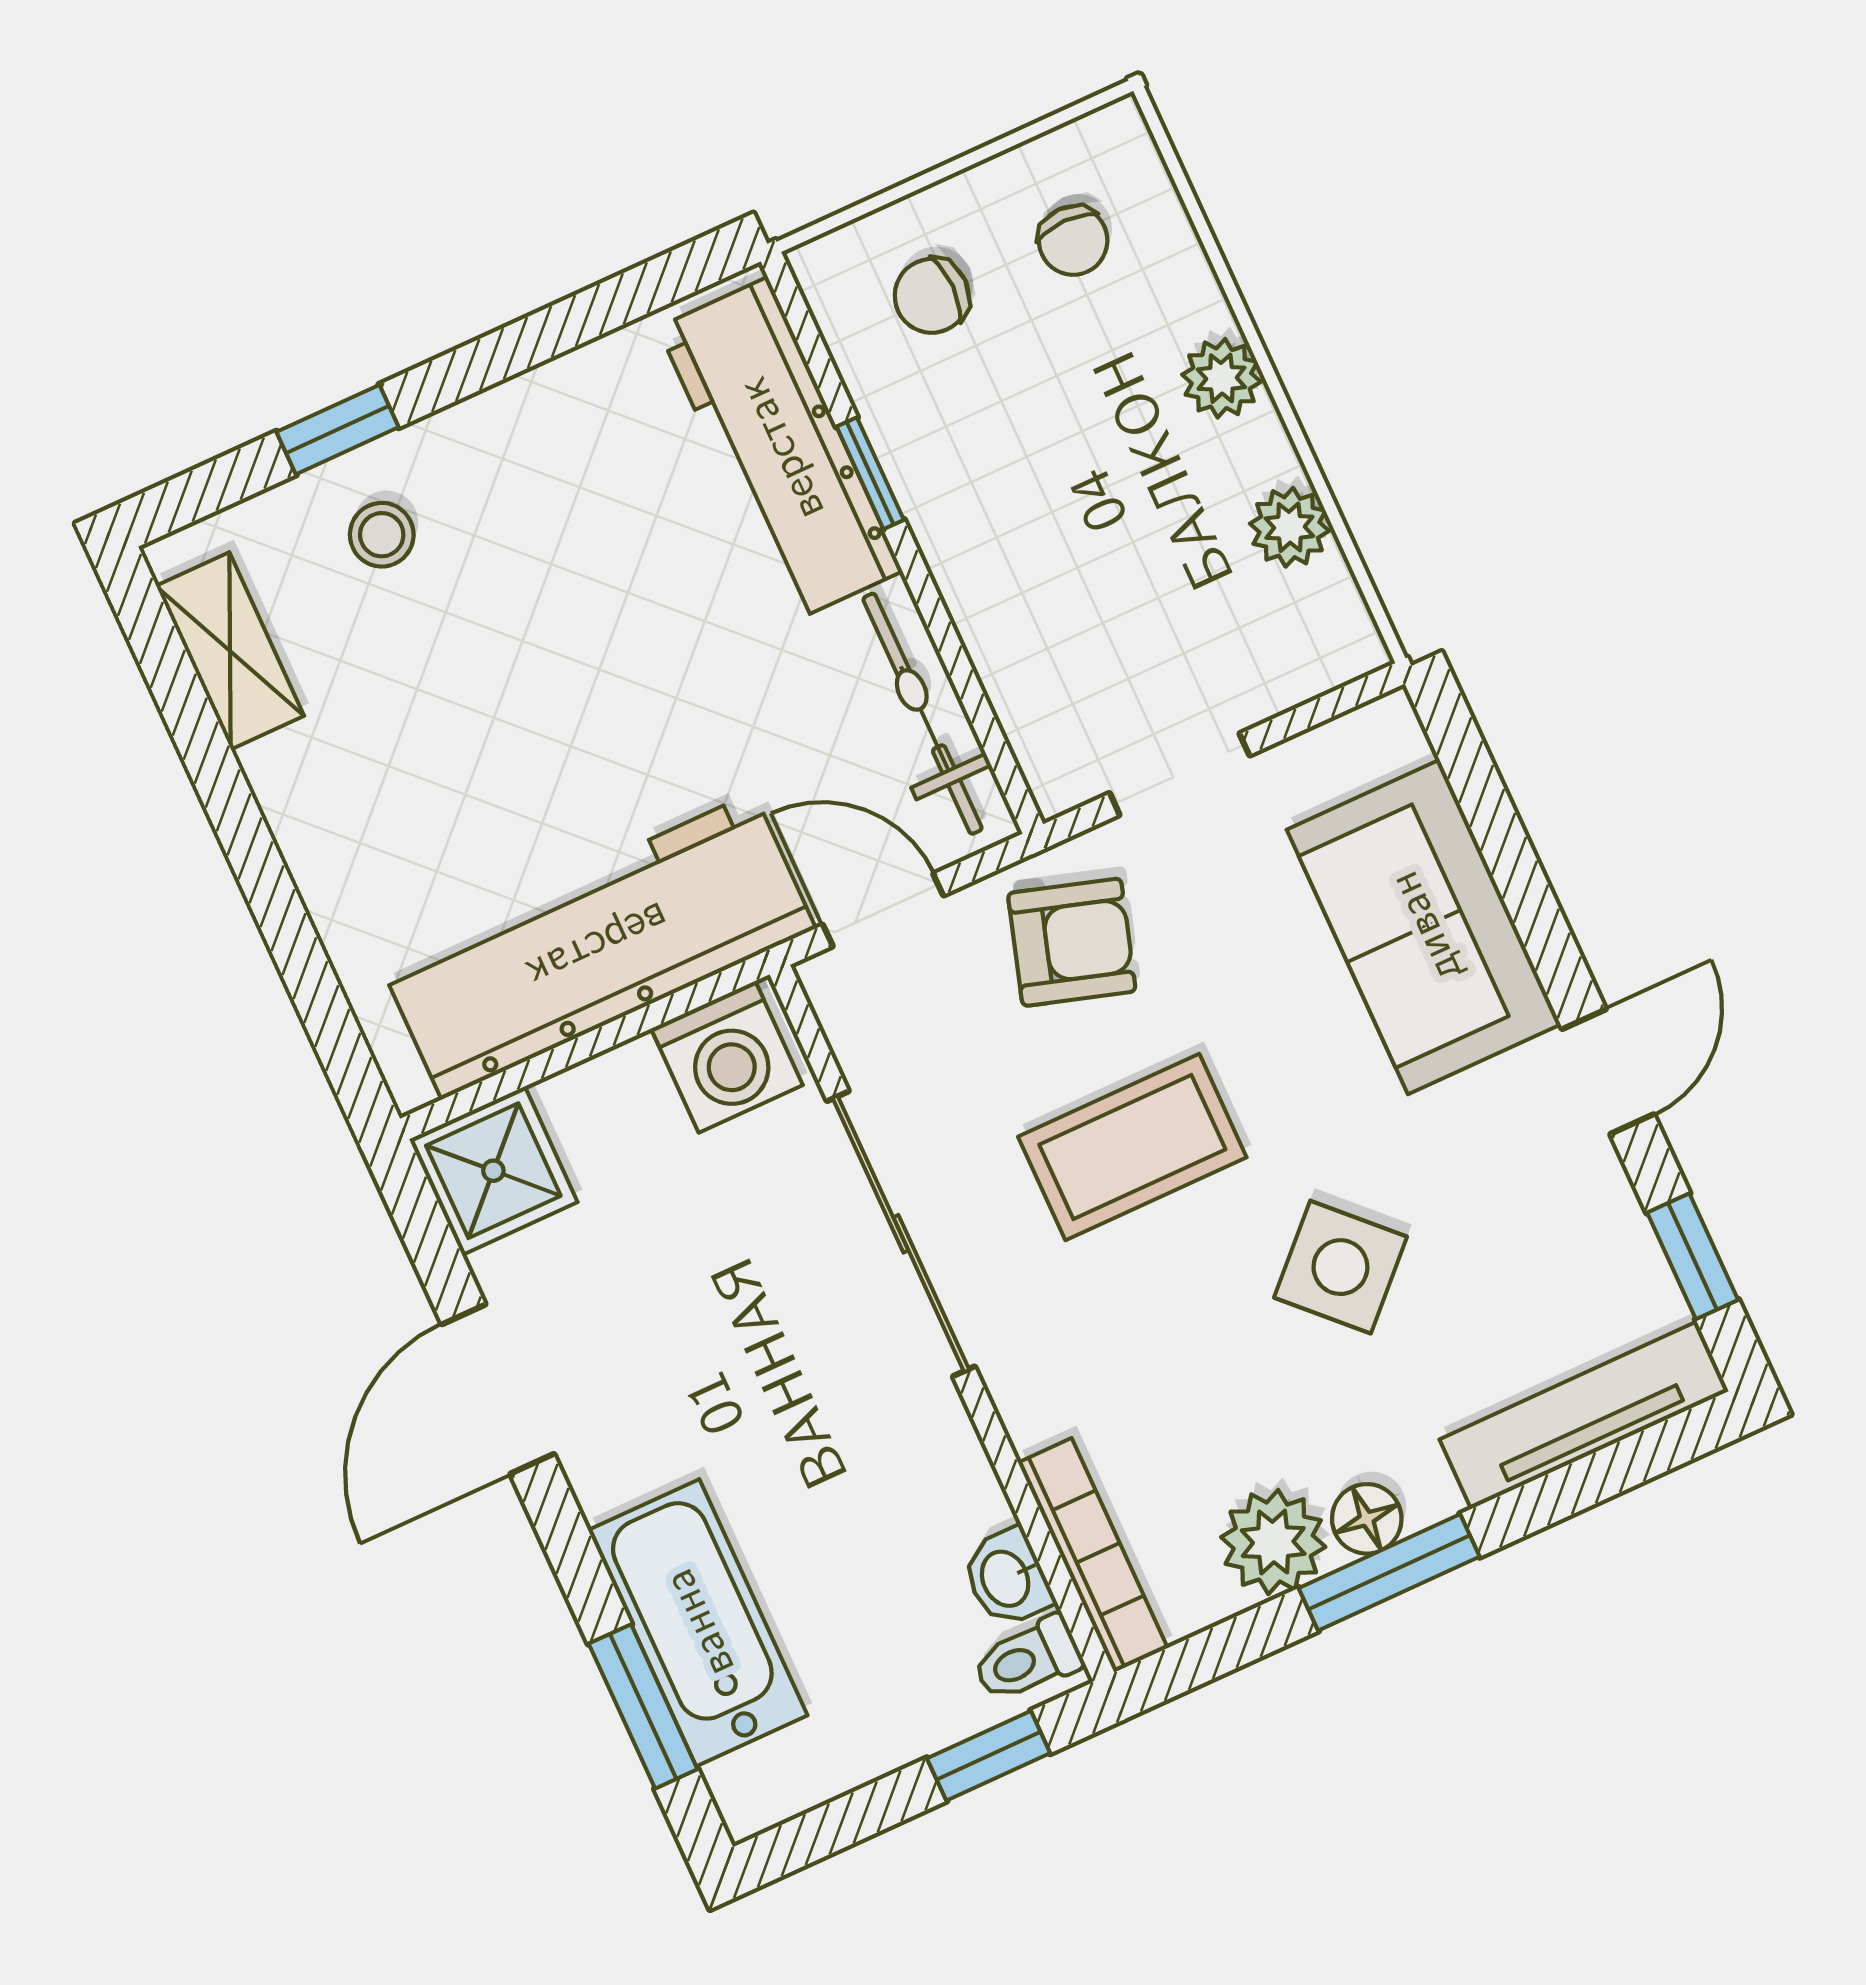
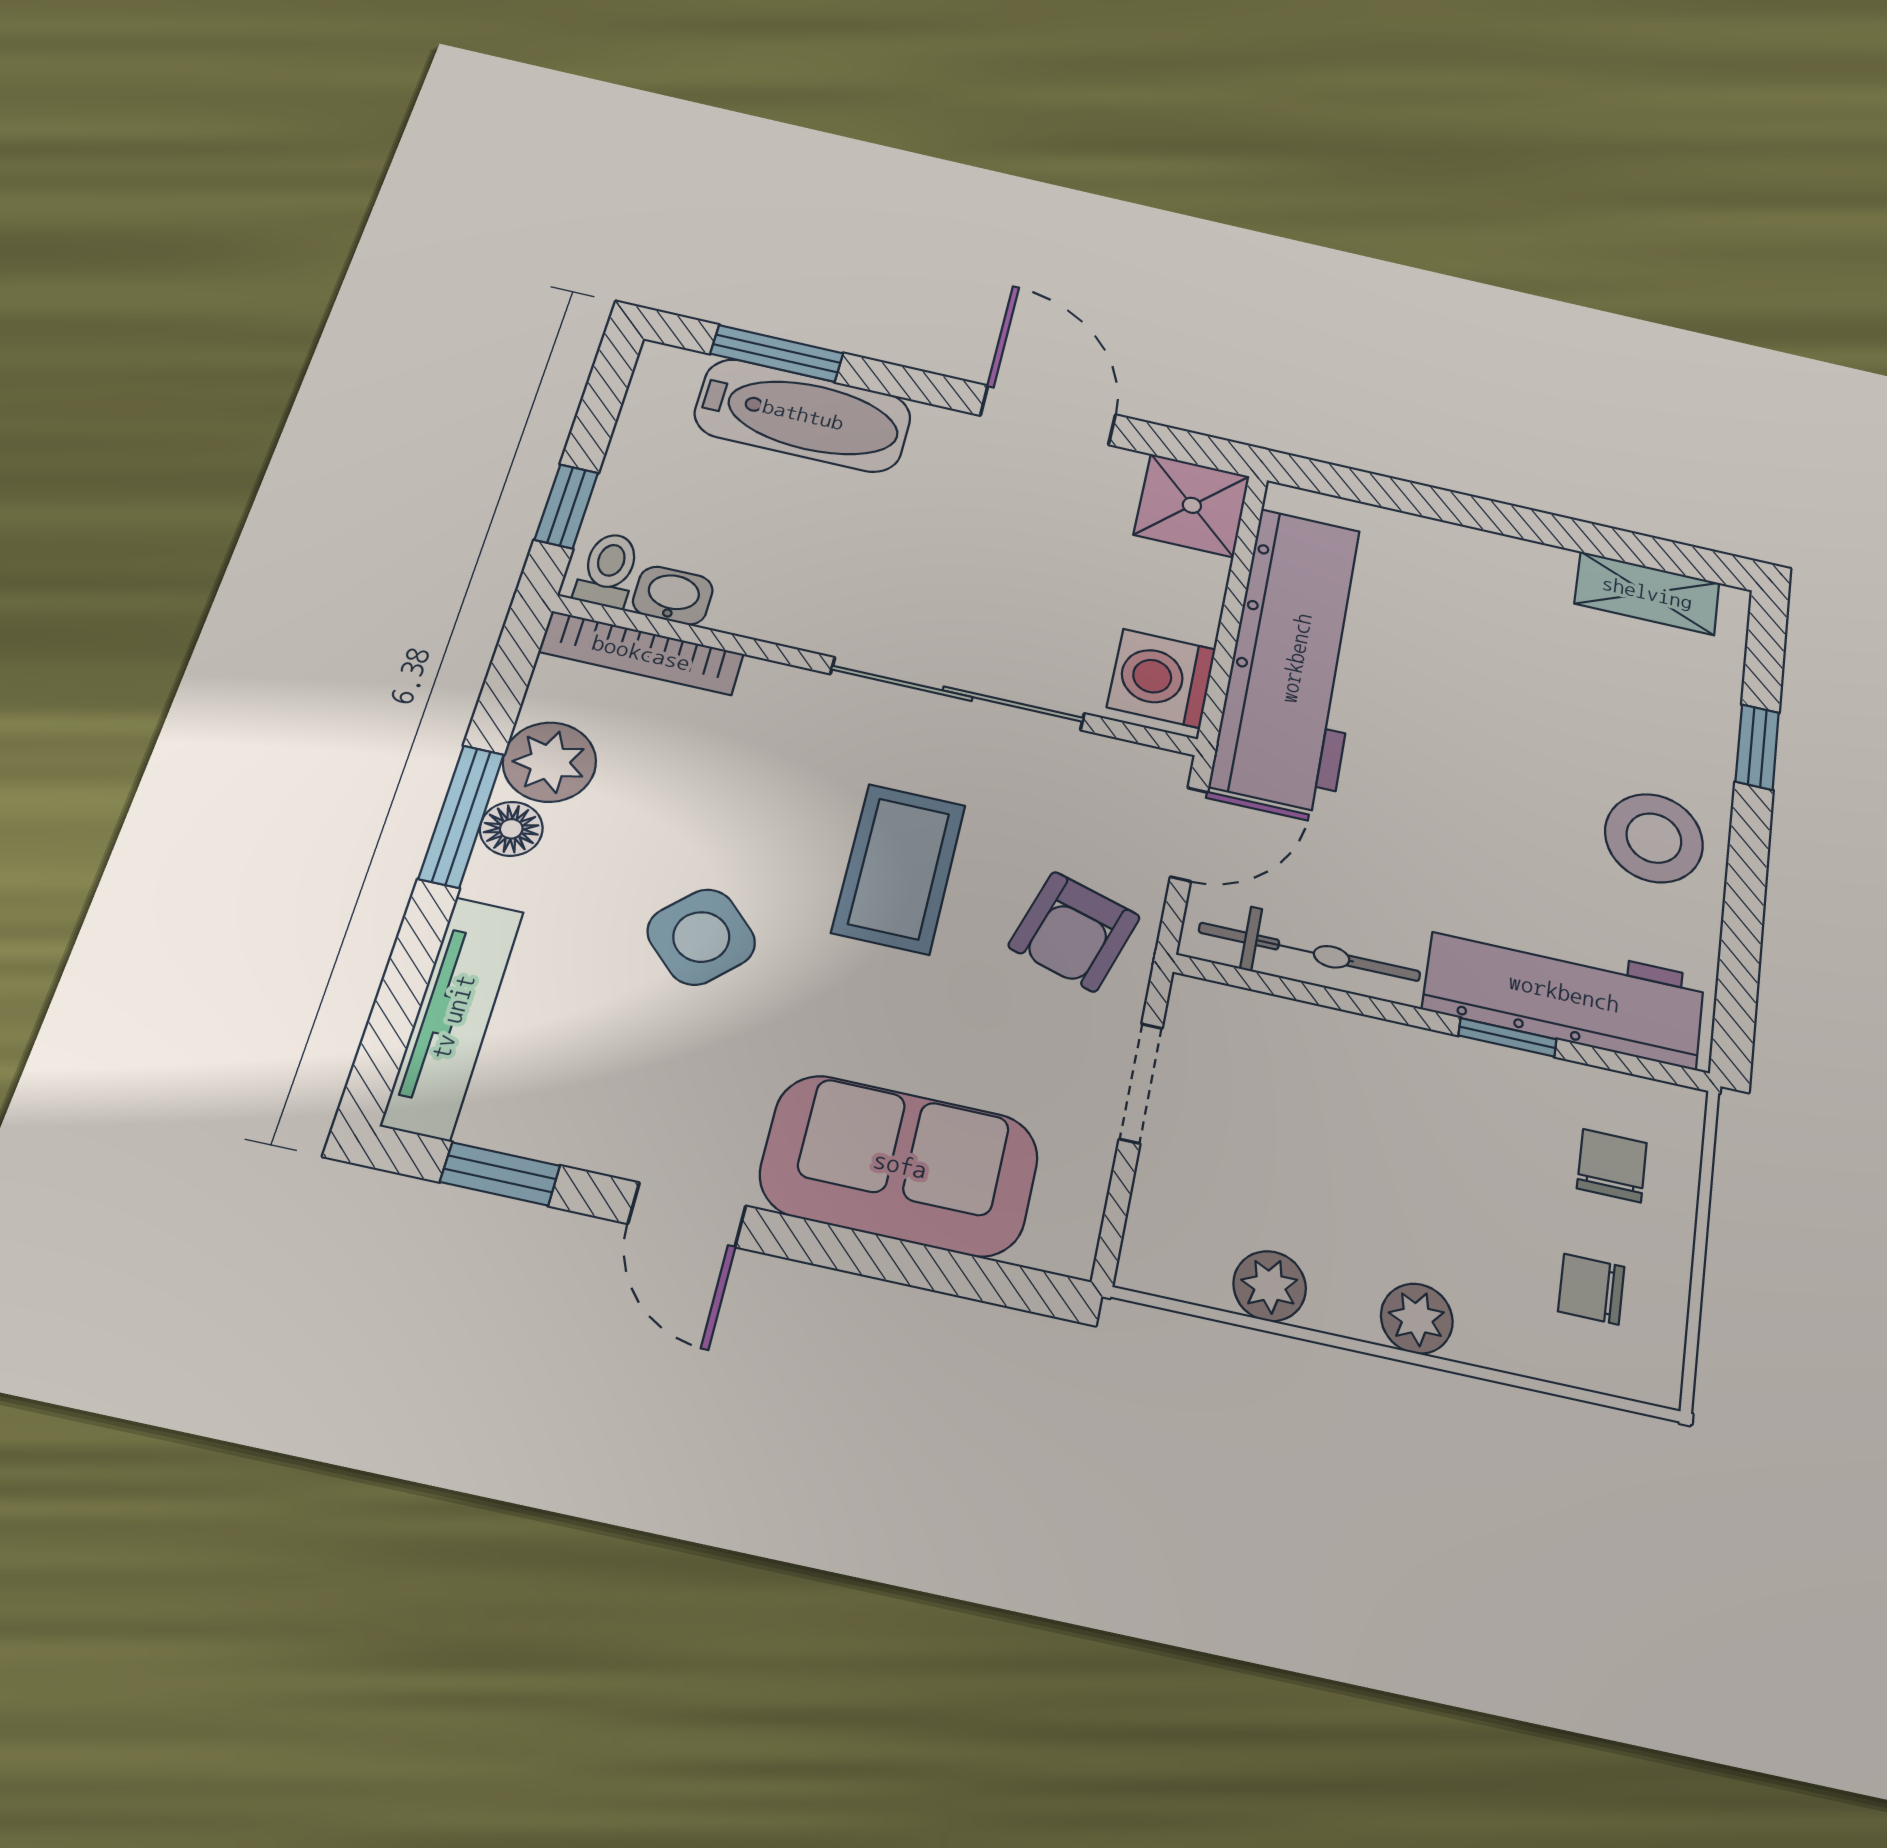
stool: (382, 535) -> (1654, 838), moved, width x1.89, depth x1.89

